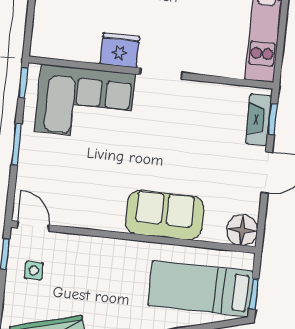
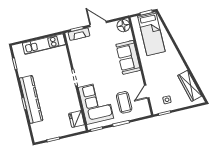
fridge: (120, 50) -> (77, 119), moved
coffee table: (63, 169) -> (124, 102), added
door: (33, 226) -> (147, 92), moved

